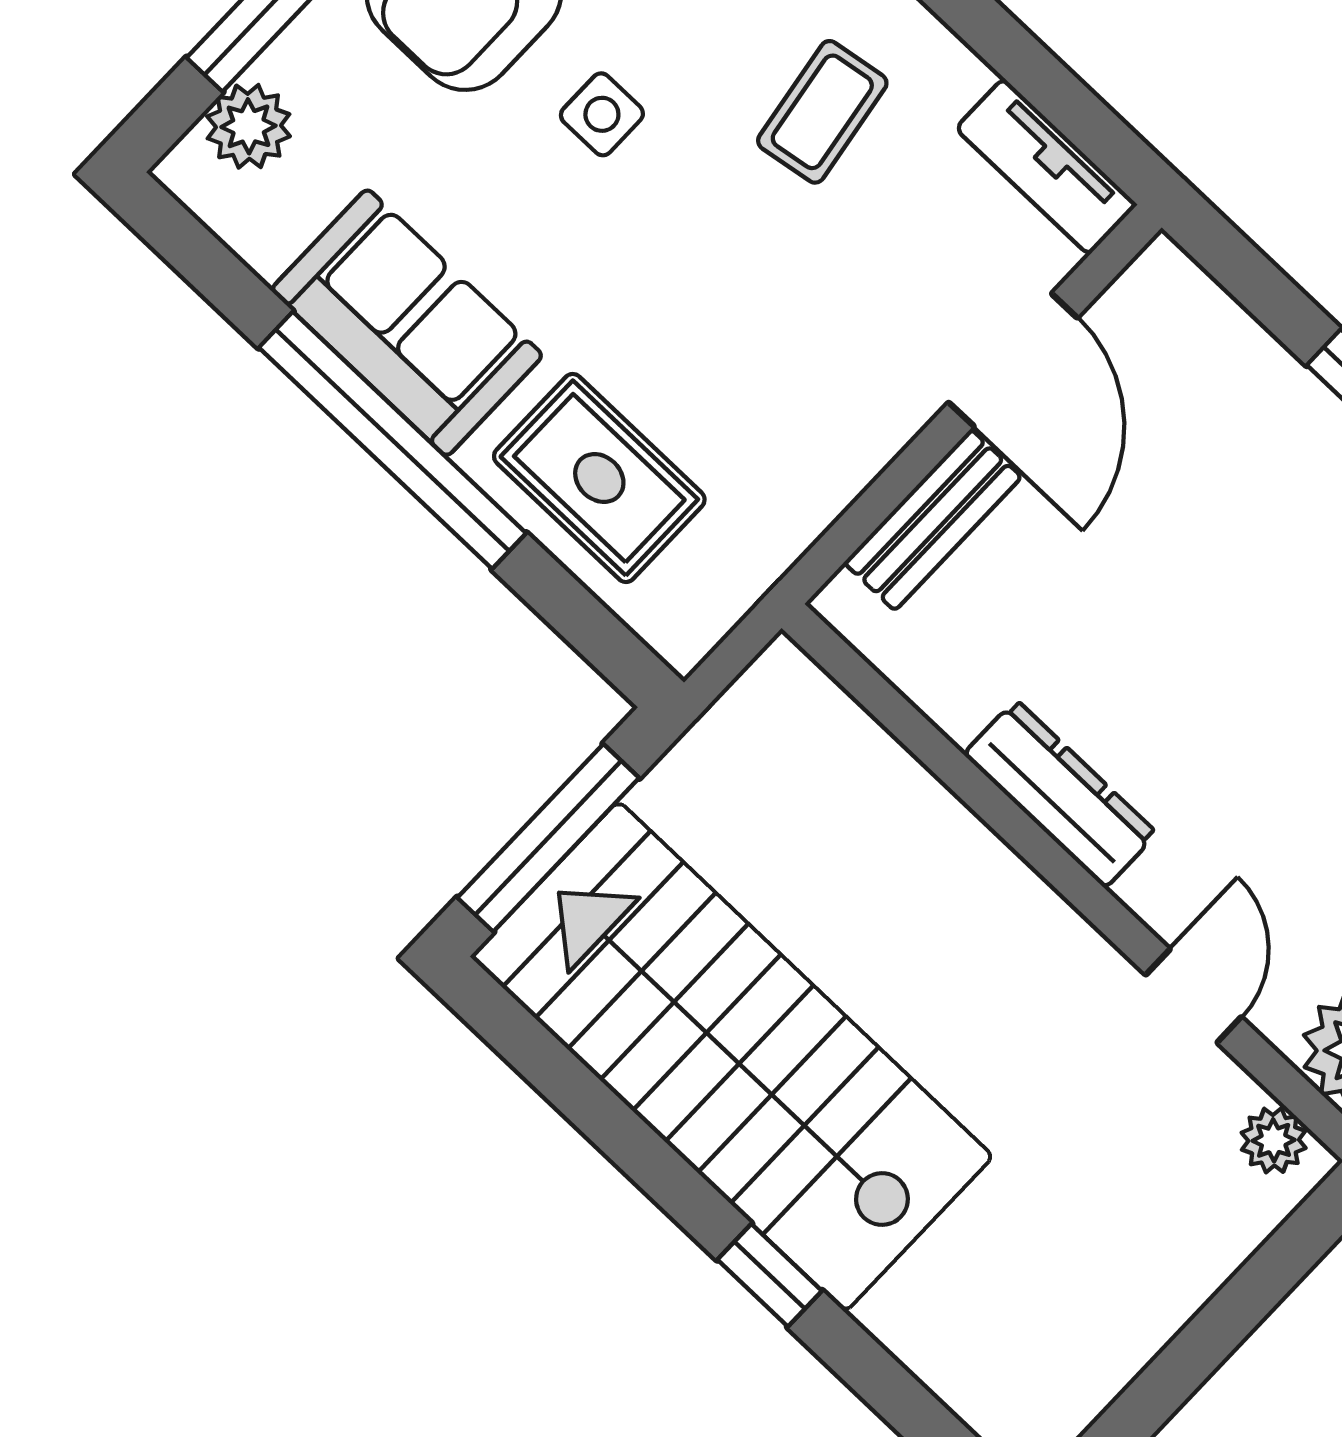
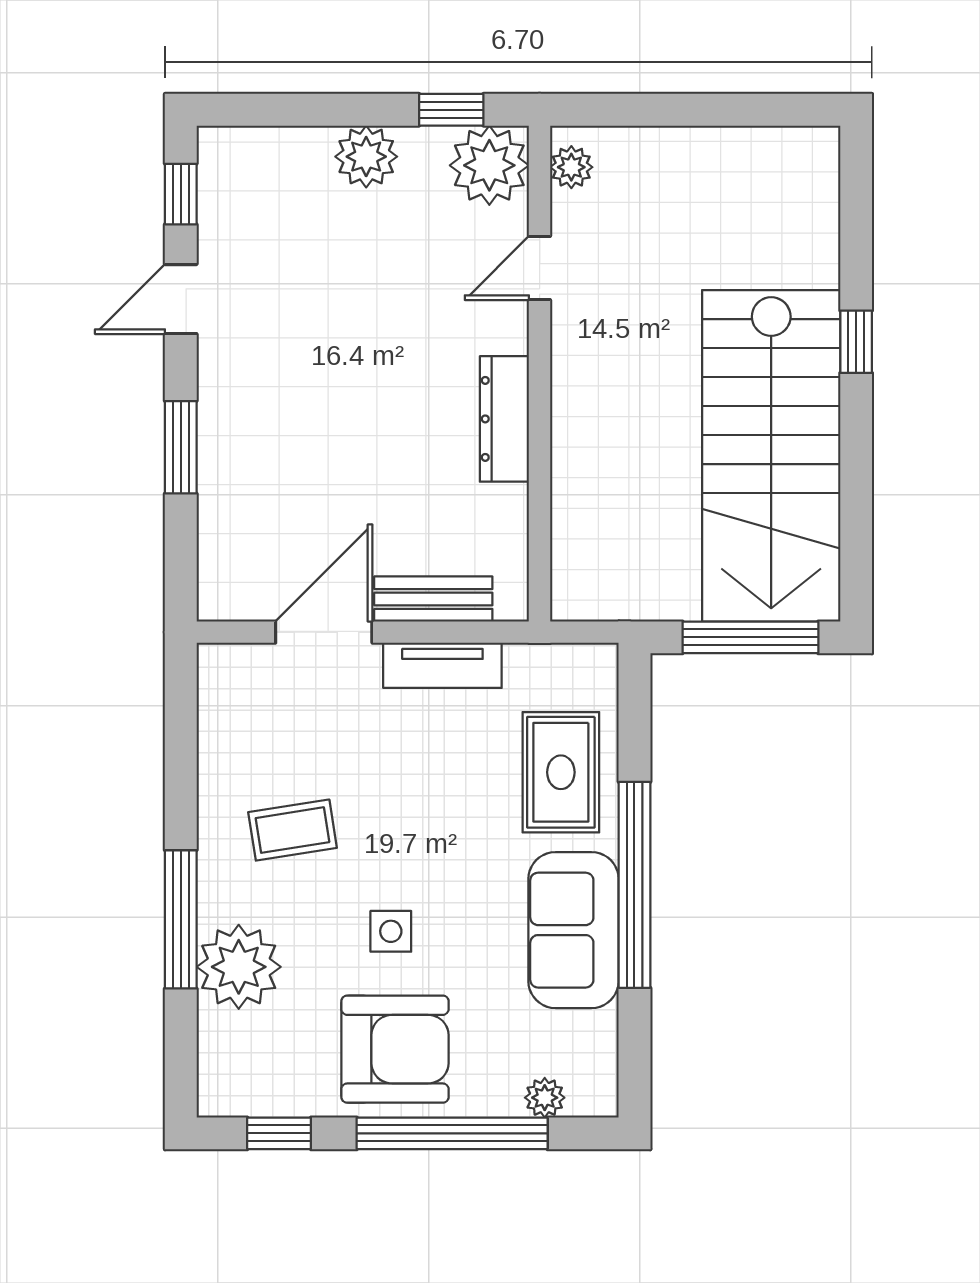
plant: (249, 126) -> (545, 1098), width x0.73, depth x0.73
tv unit: (1046, 167) -> (442, 665), moved, turned 90

